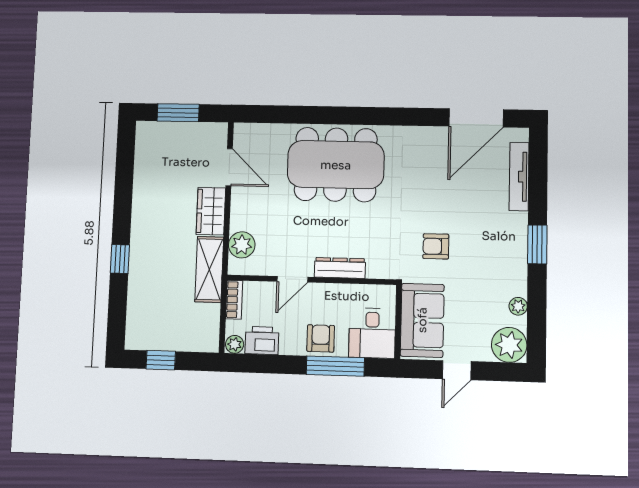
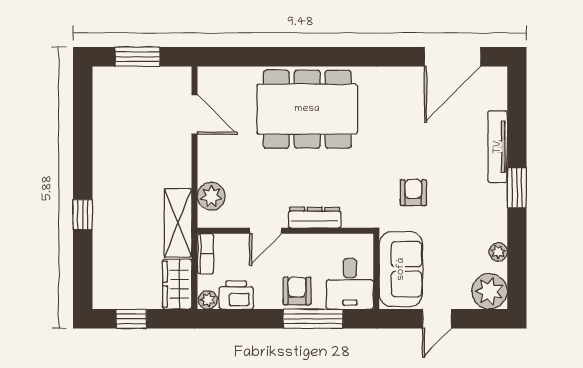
tv unit: (519, 177) -> (498, 147), moved
wardrobe: (211, 211) -> (177, 284), moved
armchair: (436, 246) -> (413, 193), turned 90

